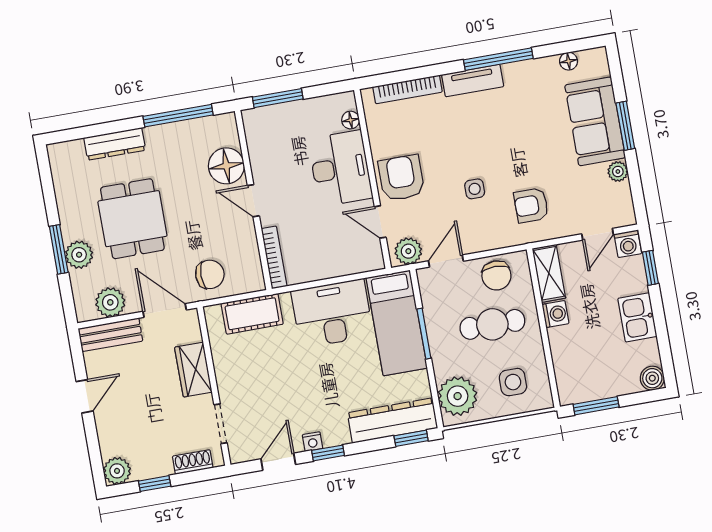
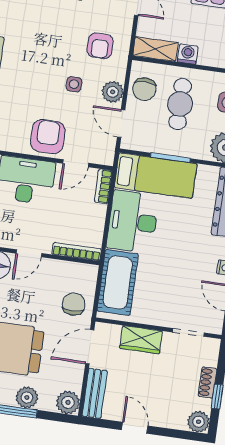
armchair: (401, 178) -> (48, 137), turned 90
plant: (408, 251) -> (113, 92), moved
bookcase: (363, 264) -> (103, 186), added
chair: (496, 275) -> (144, 89), turned 90
plant: (110, 302) -> (68, 402), moved
cot: (252, 314) -> (118, 282), width x1.37, depth x1.34
shoe rack: (193, 462) -> (208, 382), moved

